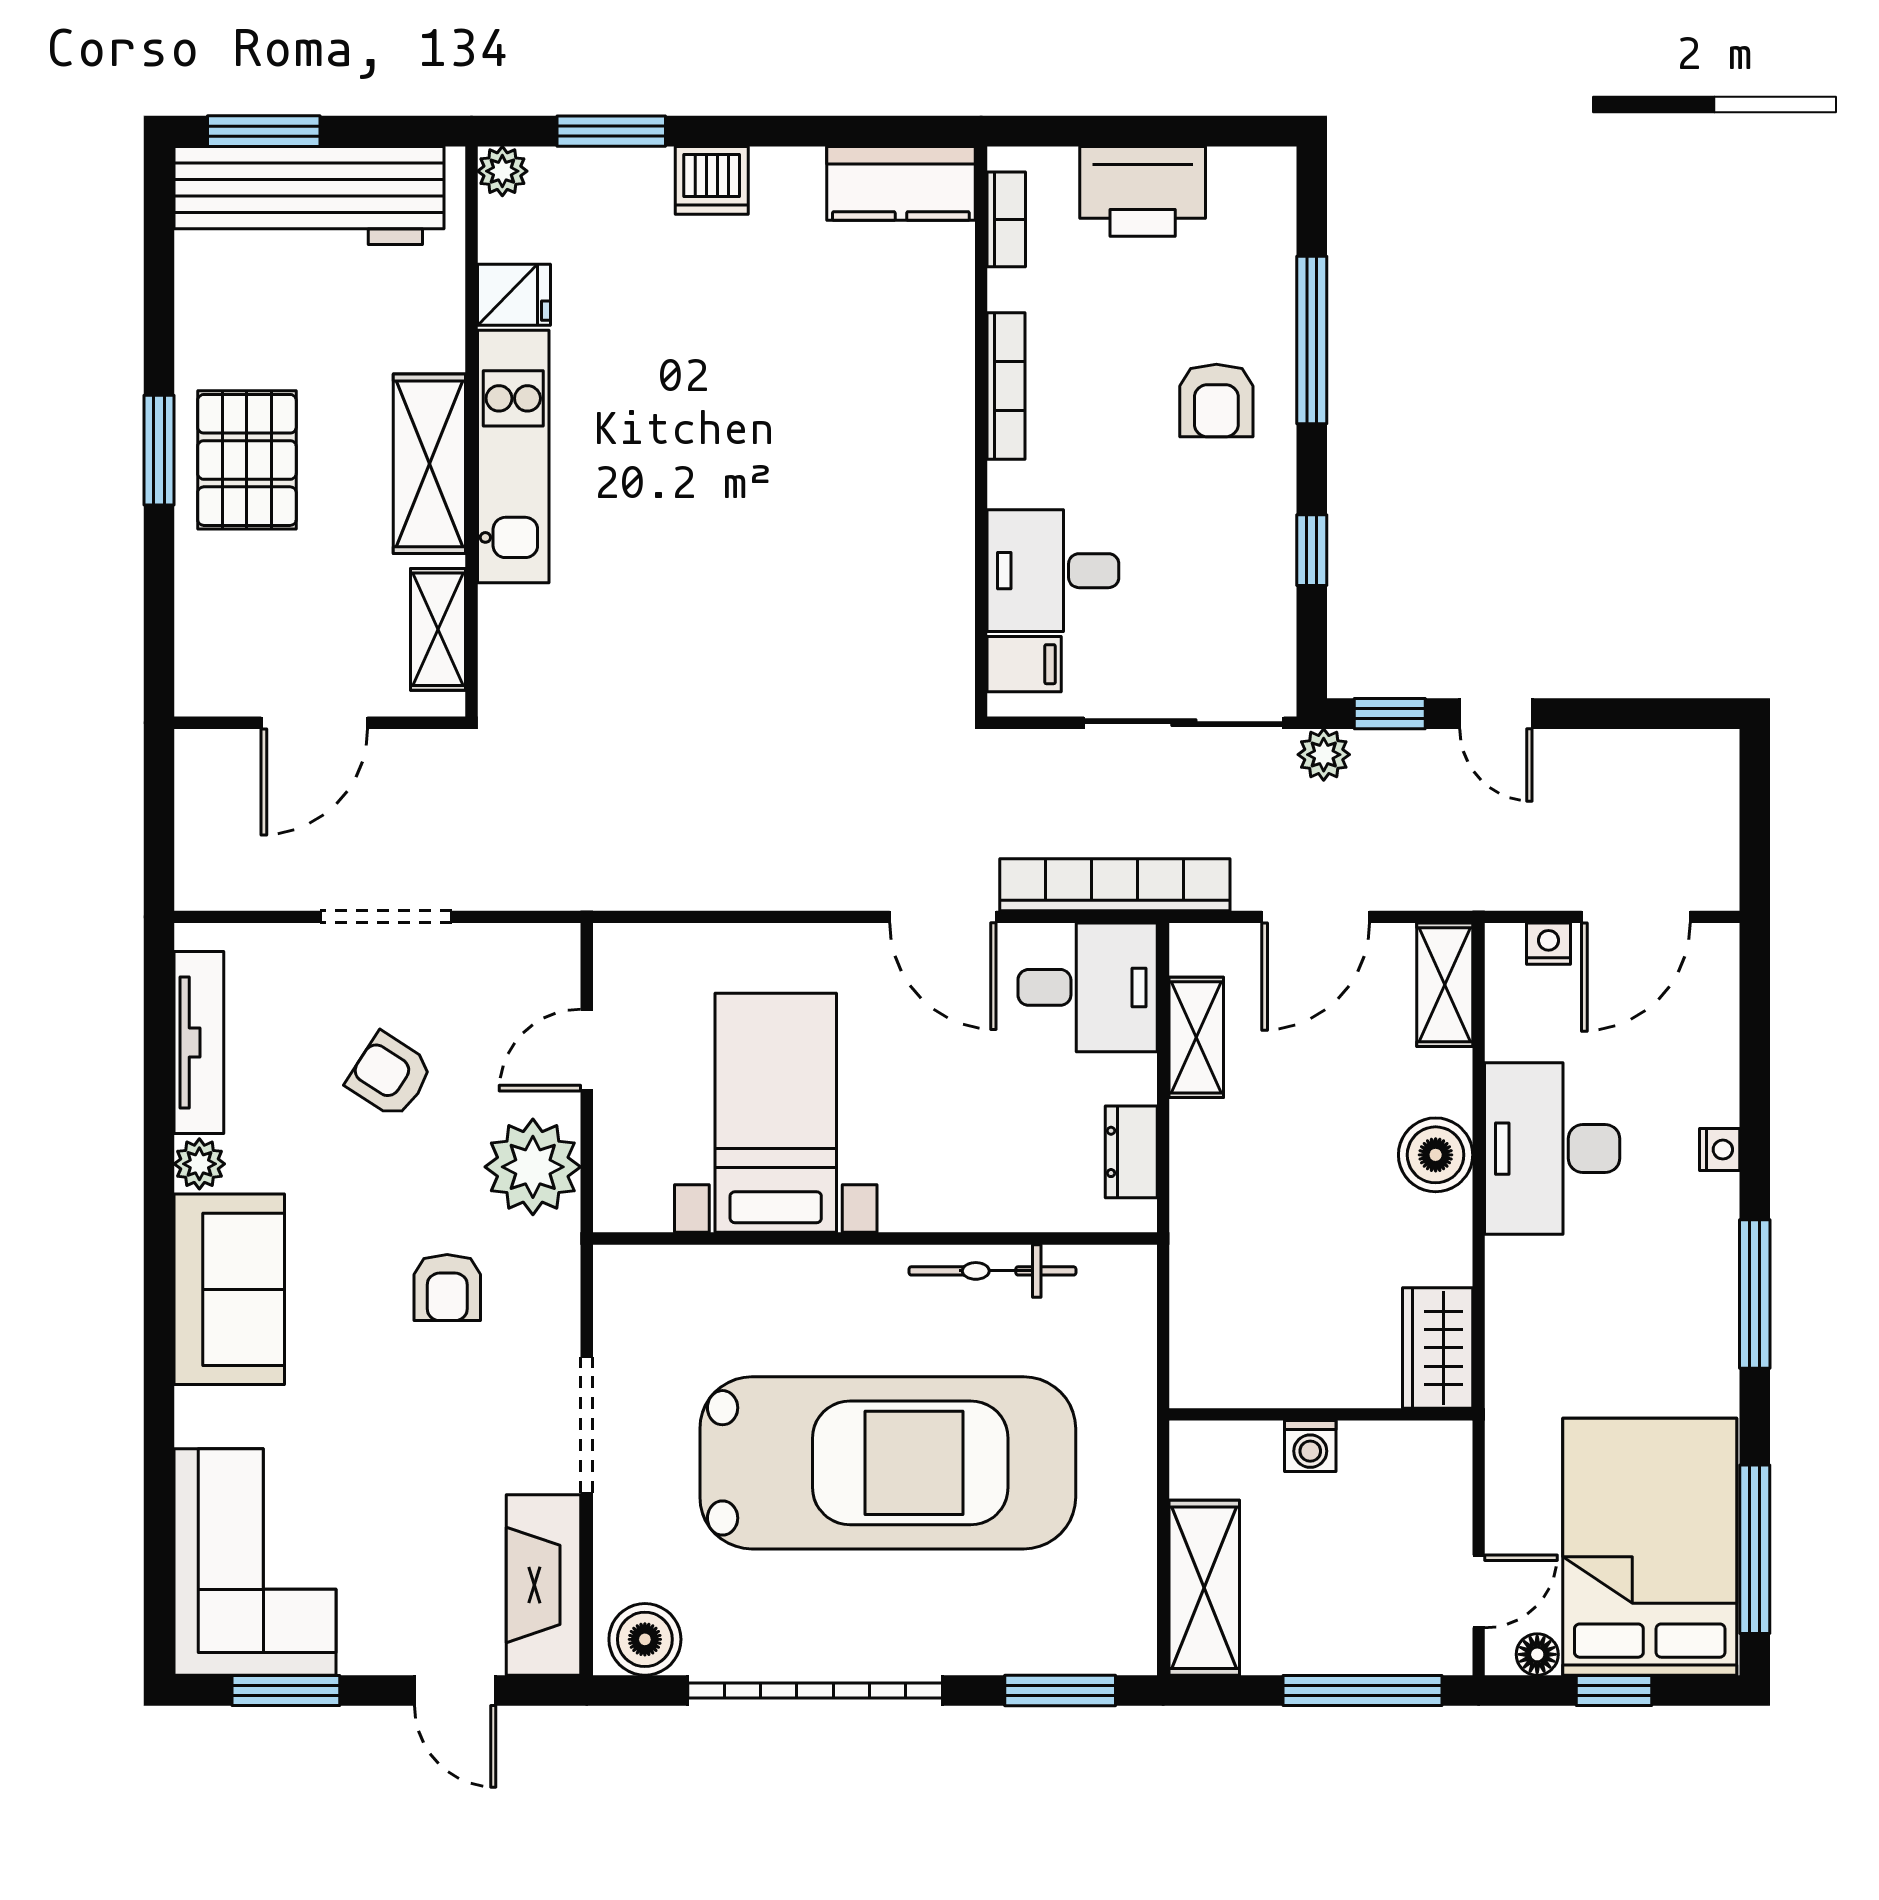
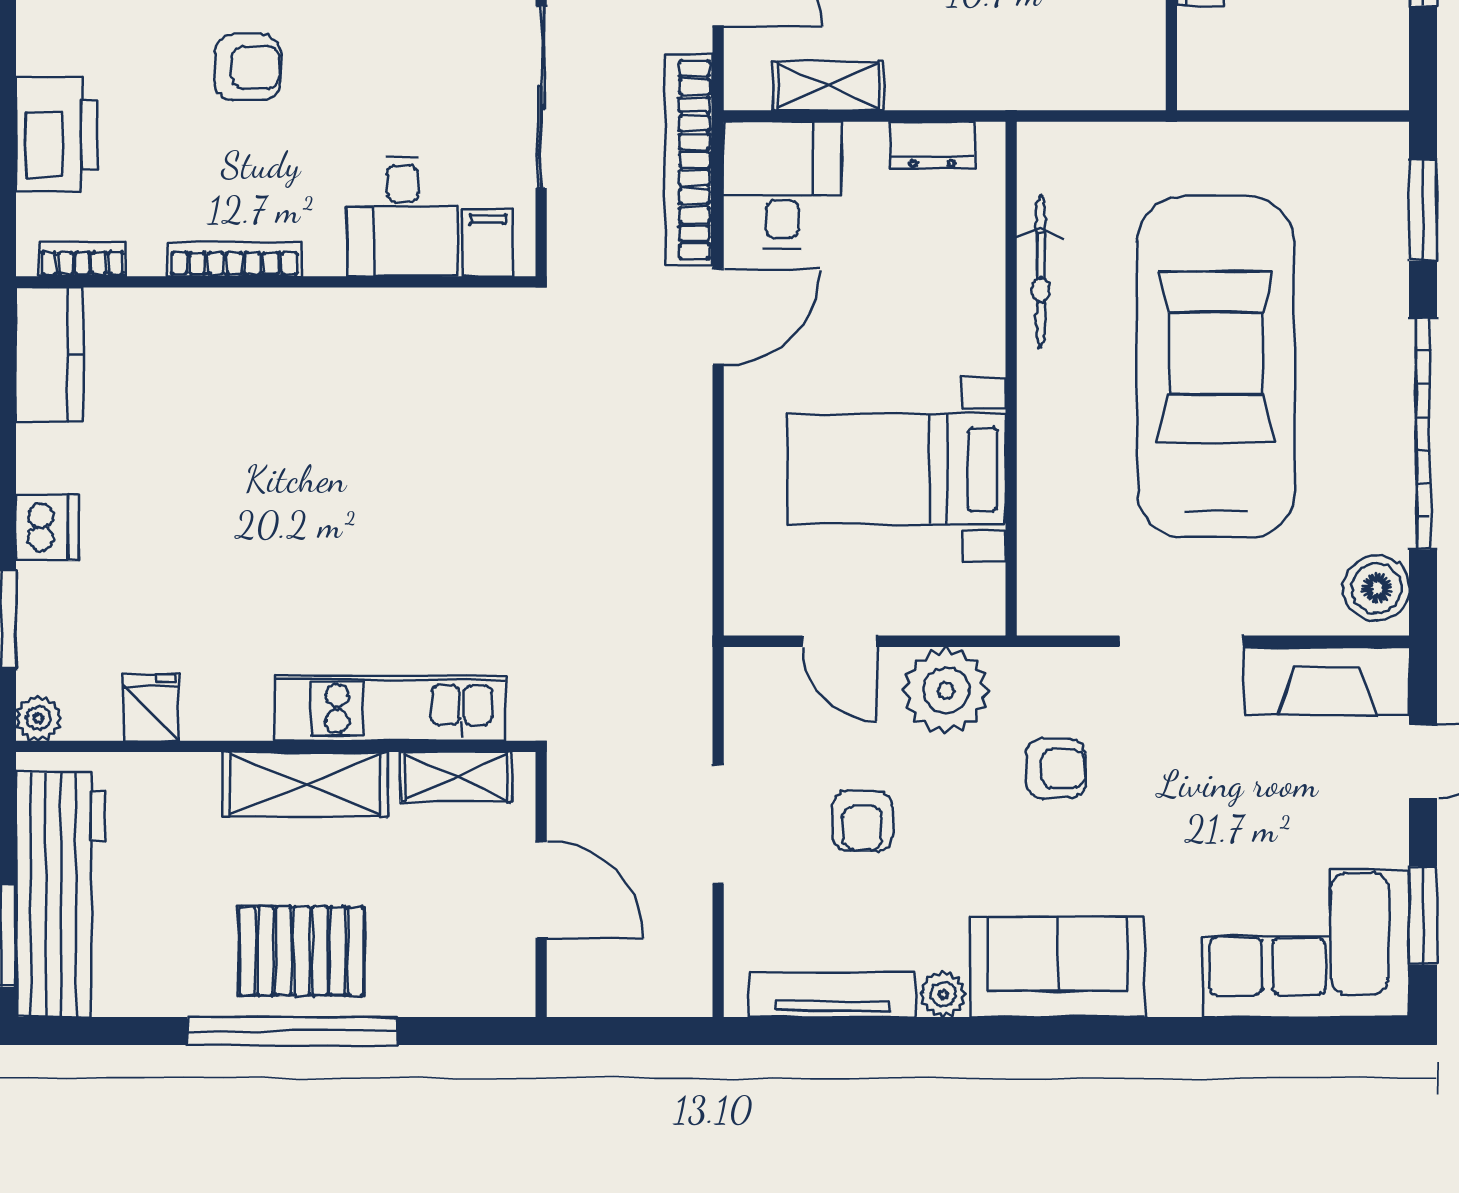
window: (159, 450) -> (293, 1031), width x2.11
kitchen unit: (513, 457) -> (390, 708), moved
armchair: (390, 1075) -> (863, 821), turned -33
shelving: (1204, 1588) -> (1329, 79), removed

